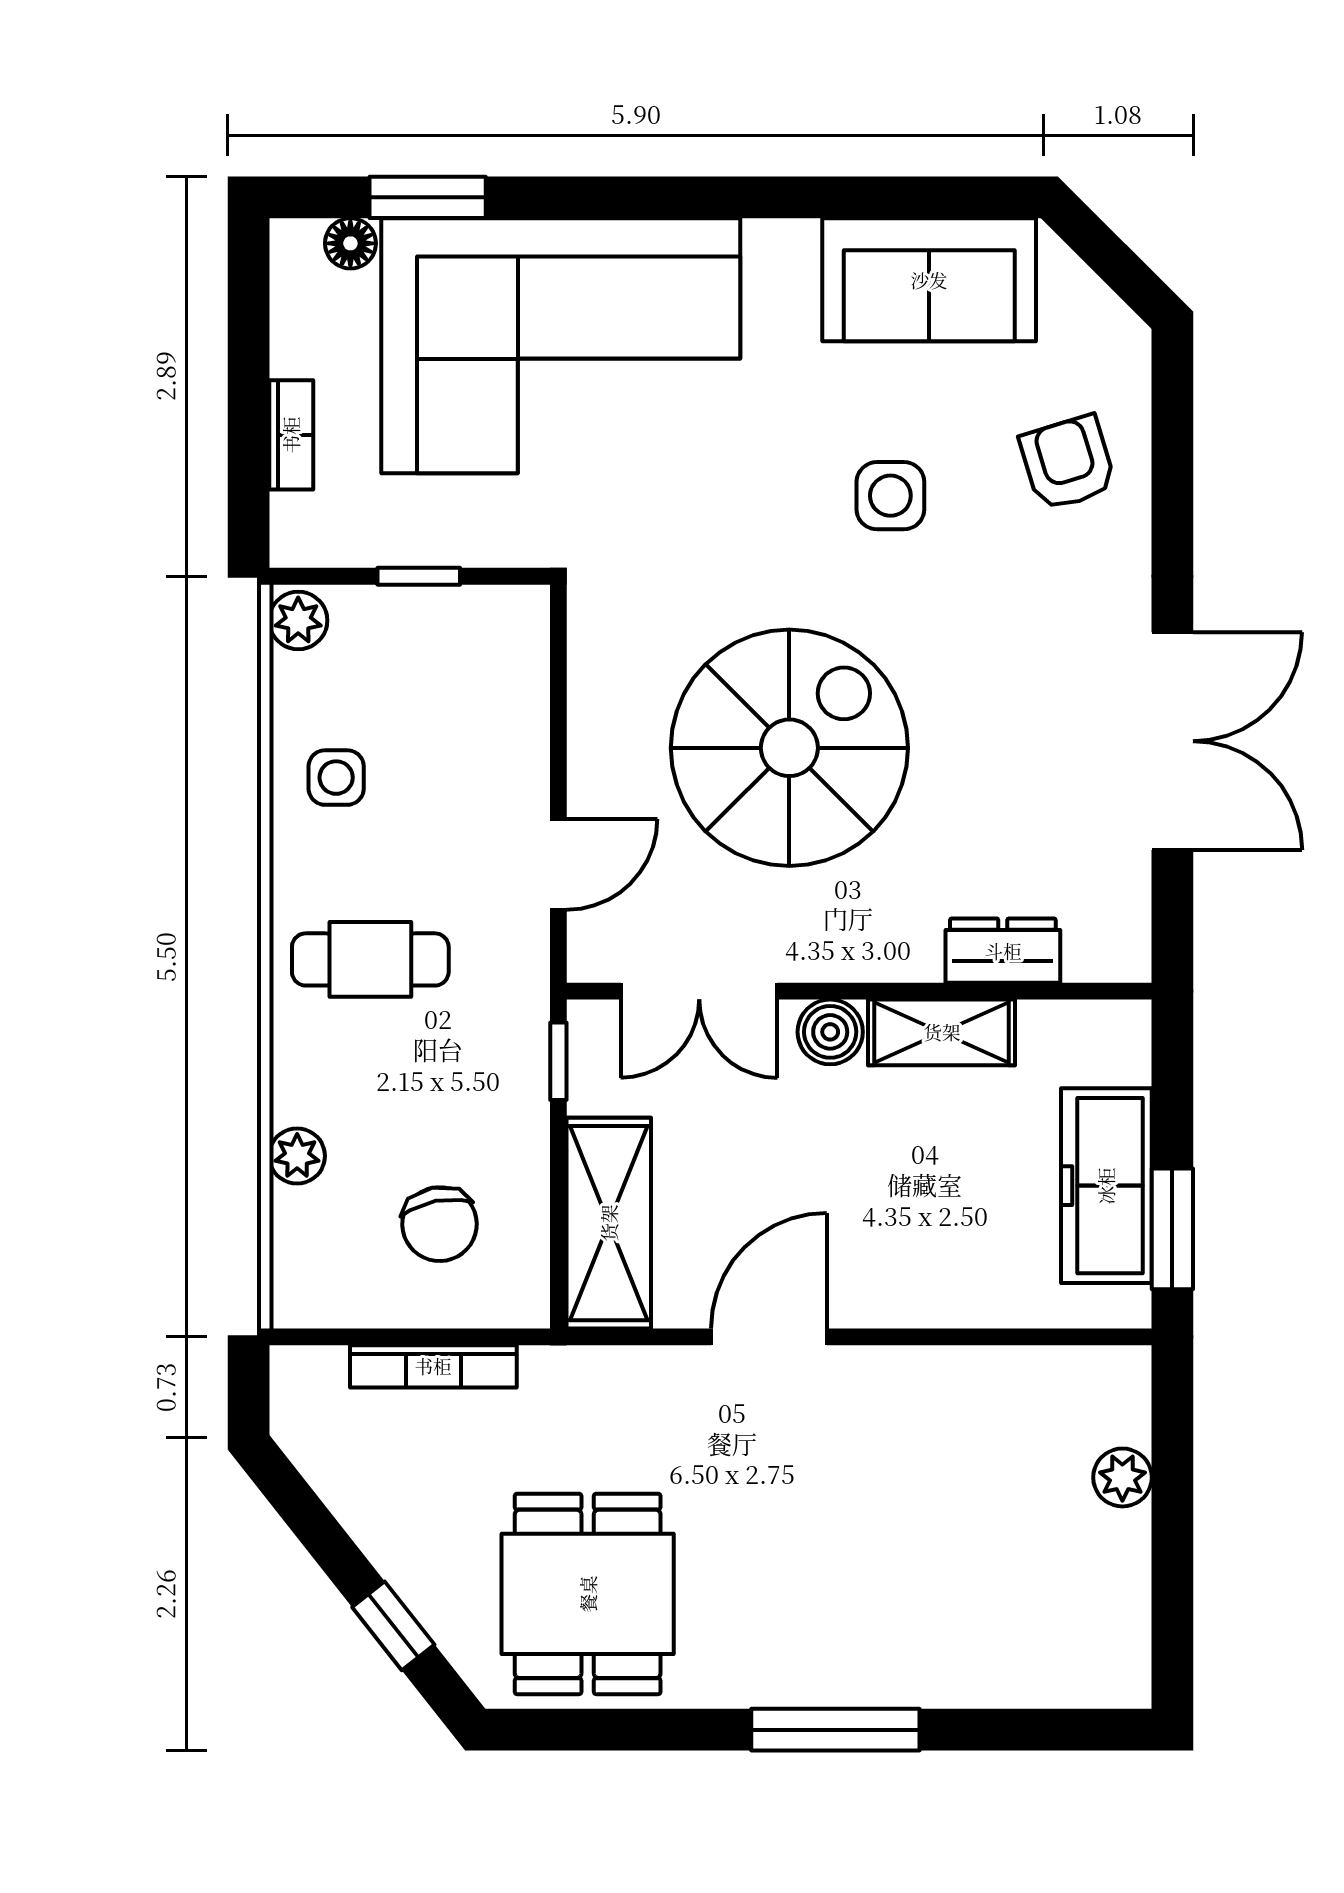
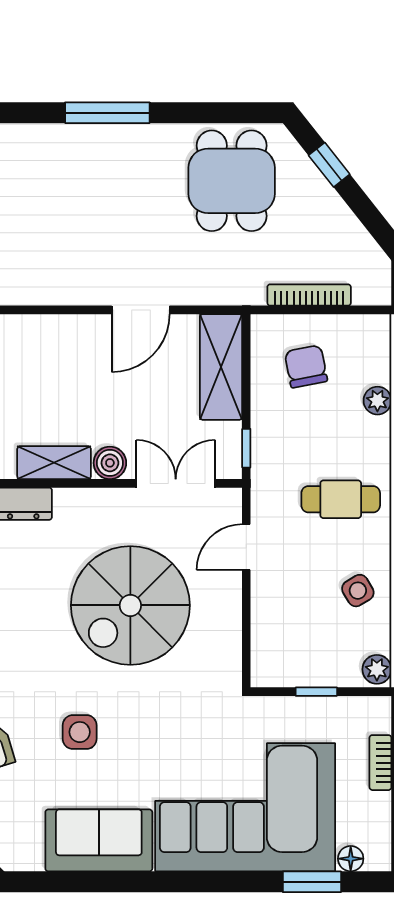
sofa: (929, 280) -> (99, 840), moved
side table: (336, 778) -> (358, 591), turned -31

